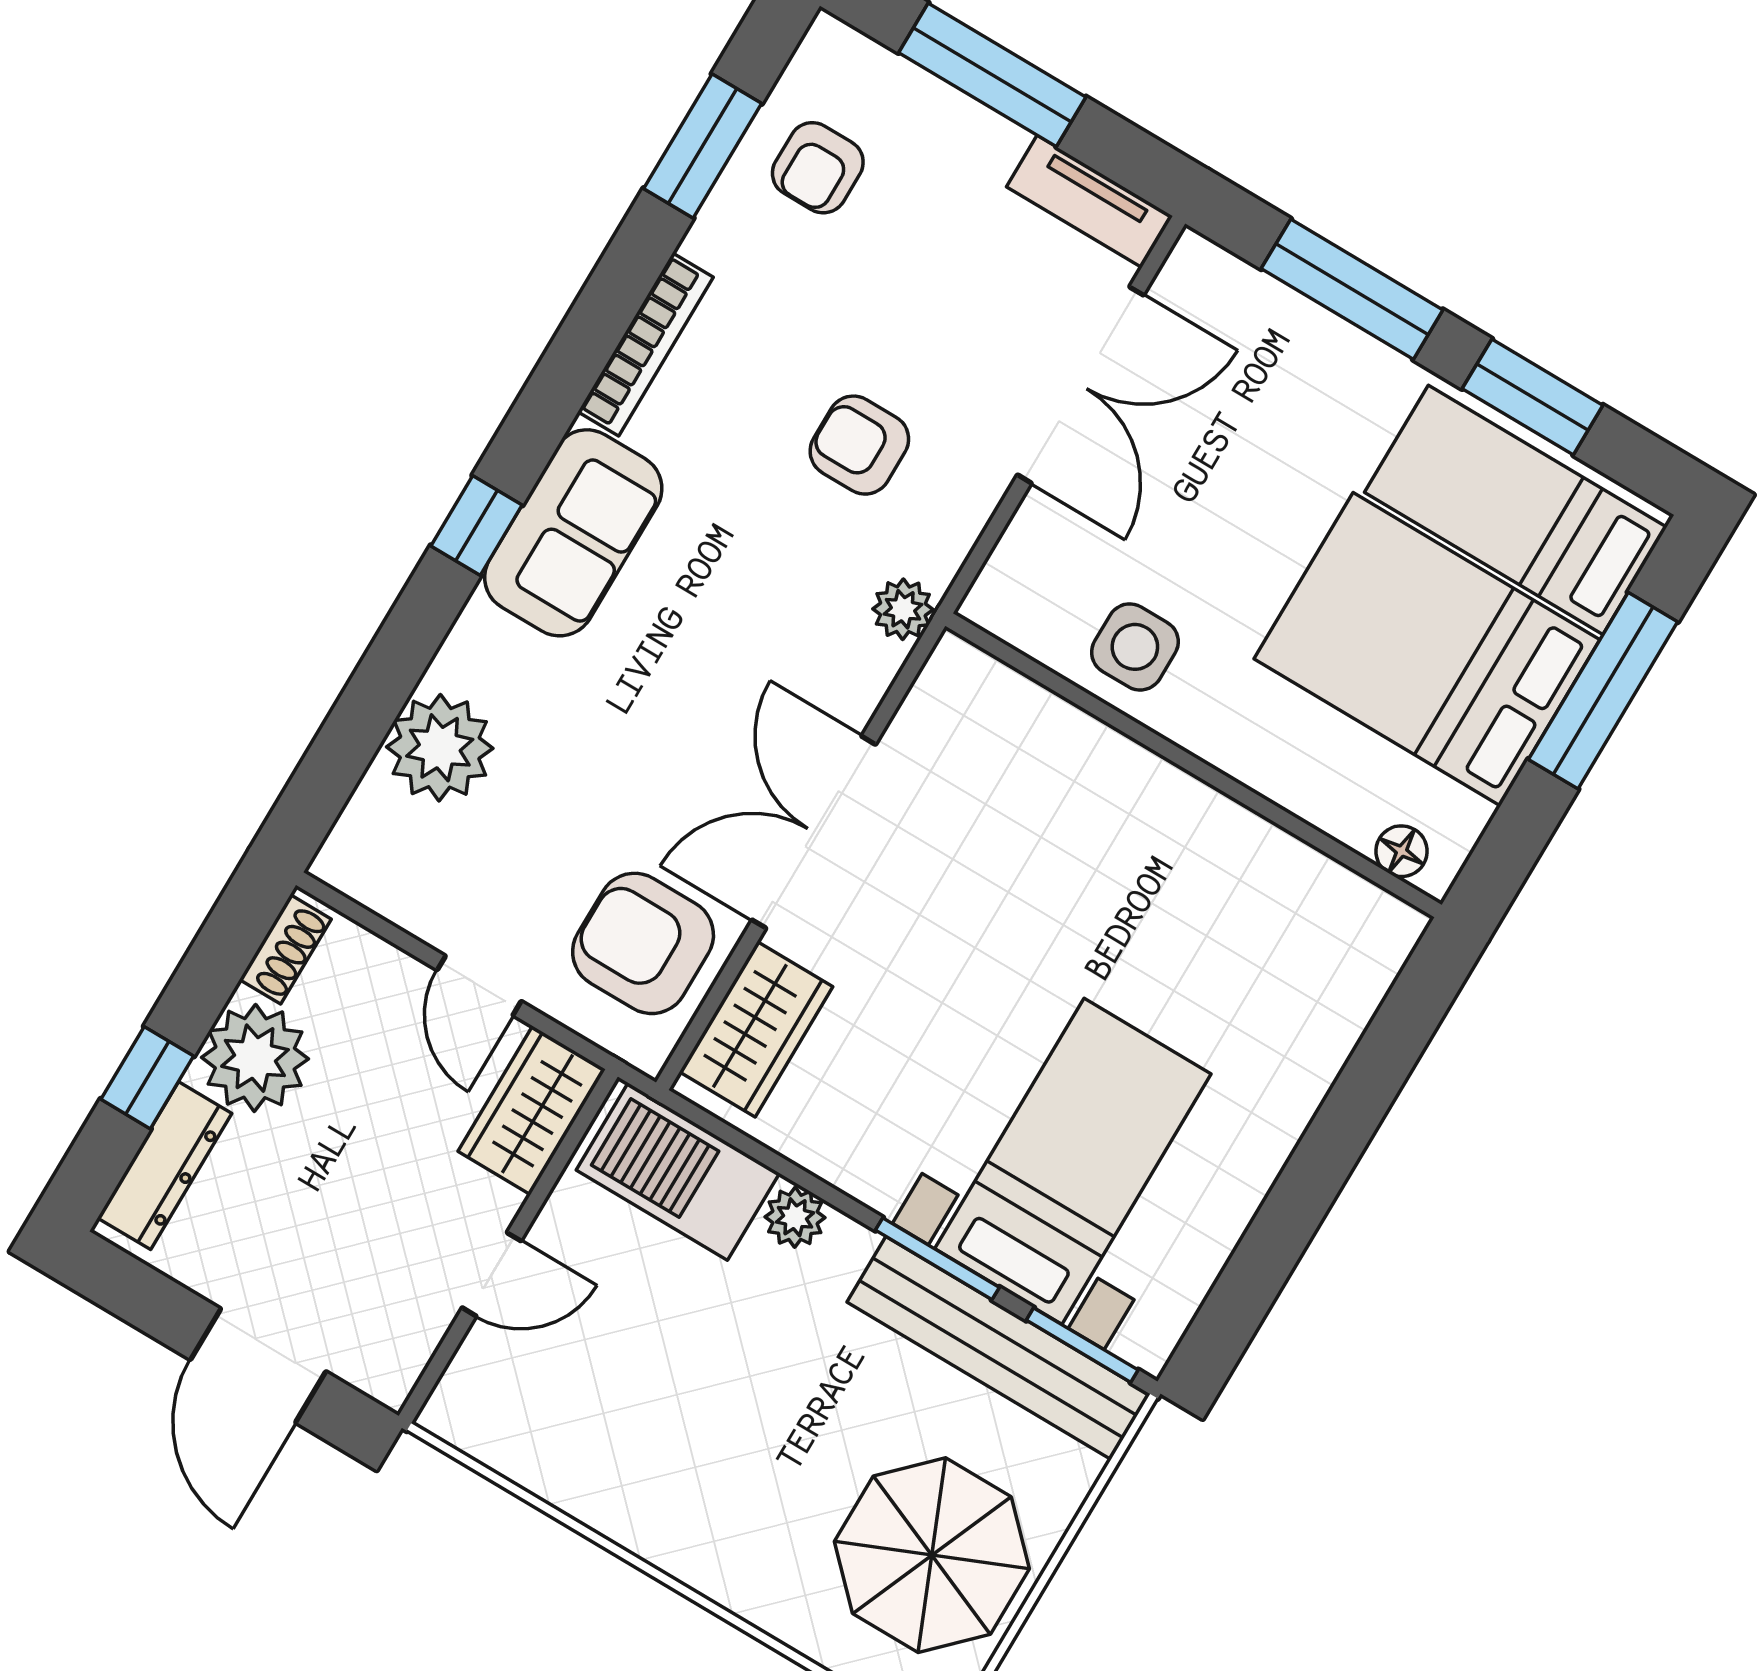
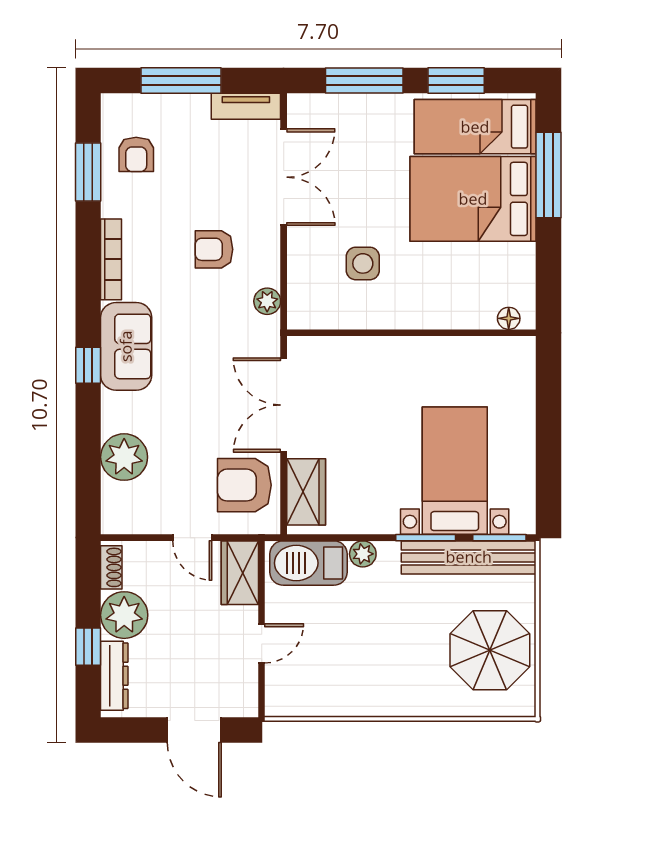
wall: (1194, 765) -> (411, 333), moved
floor lamp: (1402, 851) -> (509, 318), moved

